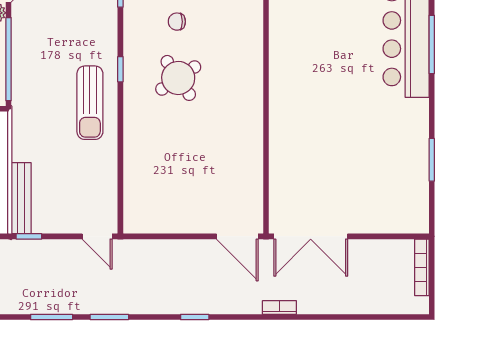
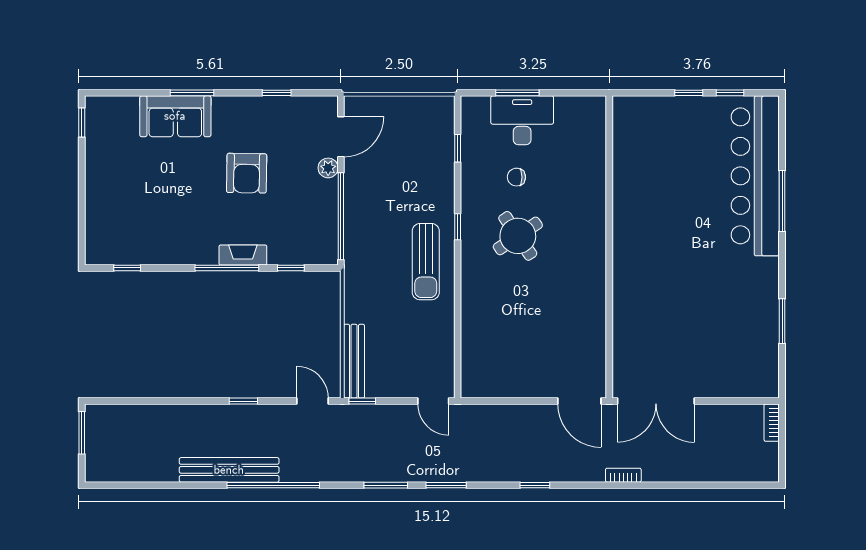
bookcase: (422, 267) -> (772, 423), width x0.64

